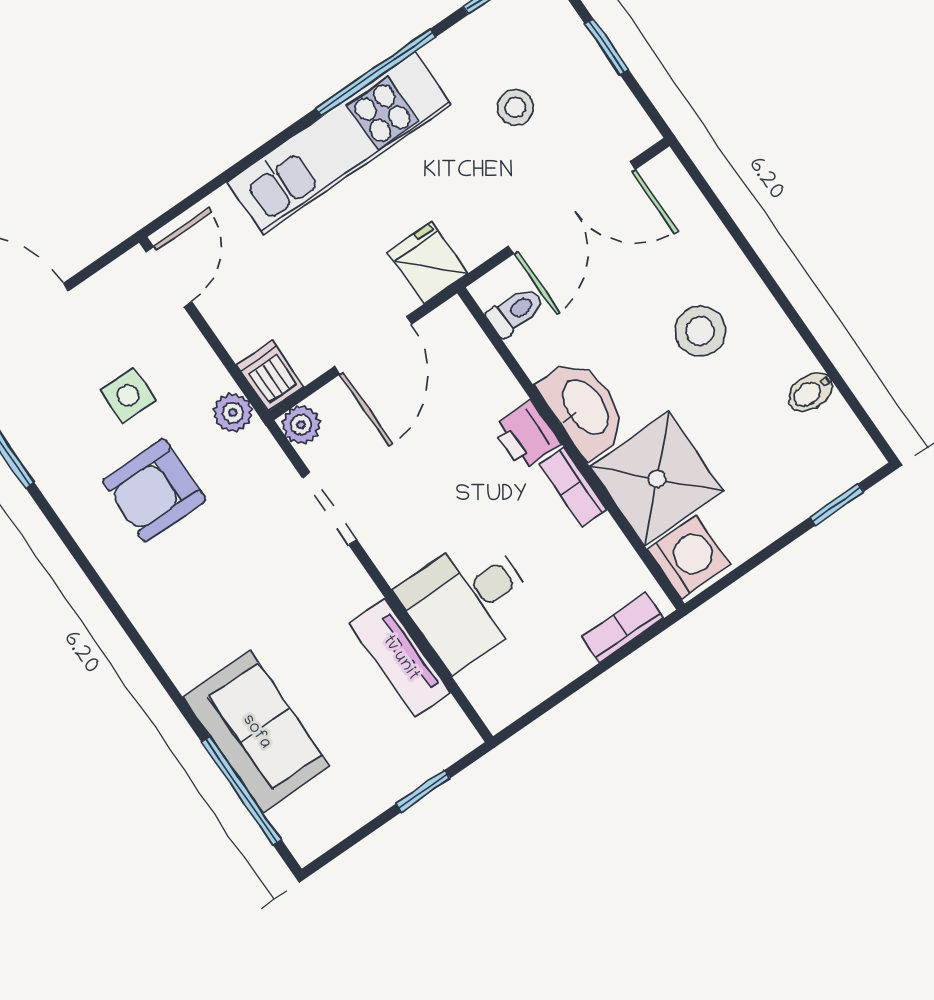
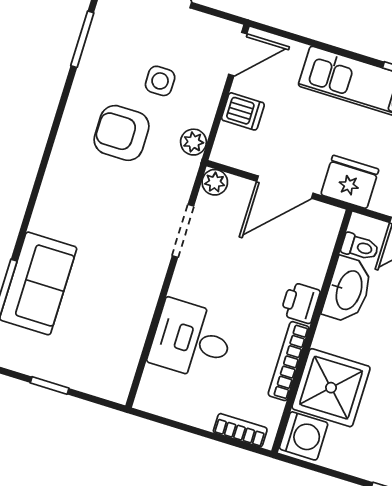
fridge: (428, 263) -> (350, 182), width x1.38
dishwasher: (270, 376) -> (243, 111), moved, turned 90
washbasin: (584, 408) -> (348, 290), moved
bookcase: (573, 487) -> (289, 361), width x1.56
tv unit: (400, 658) -> (135, 328), removed
window: (423, 791) -> (50, 385), moved

